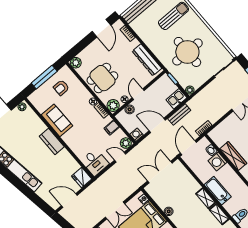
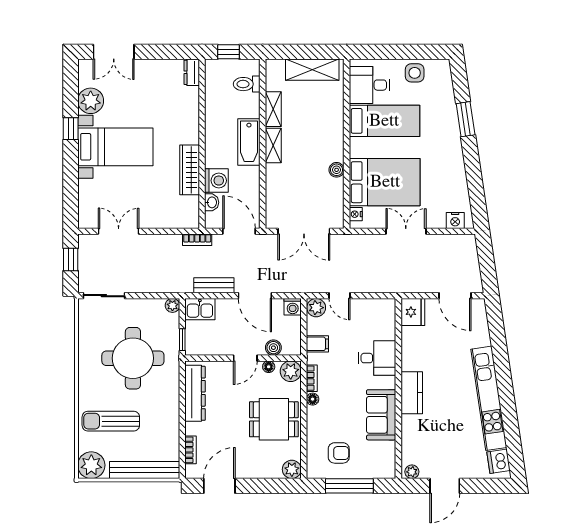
door: (188, 148) -> (239, 231), swing flipped
desk: (95, 162) -> (377, 358), moved, turned 90

